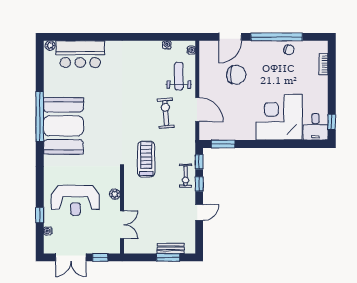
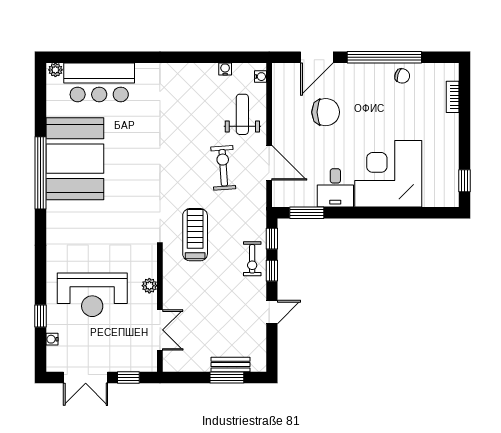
booth: (63, 126) -> (75, 159), moved
desk: (316, 127) -> (335, 188), moved

